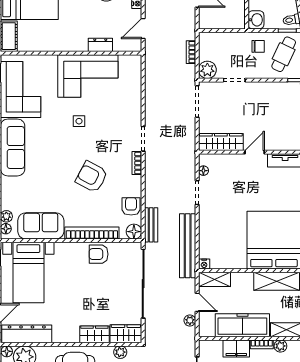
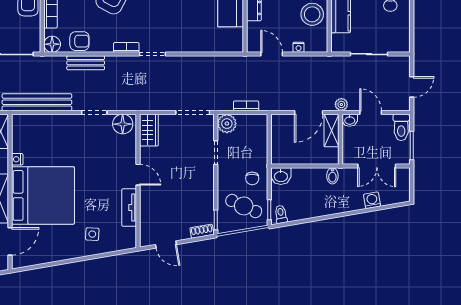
wardrobe: (221, 142) -> (149, 130), width x0.67
floor lamp: (203, 171) -> (123, 124), width x1.89, depth x1.89
bench: (151, 225) -> (86, 63), moved
nightstand: (204, 264) -> (17, 159), moved

